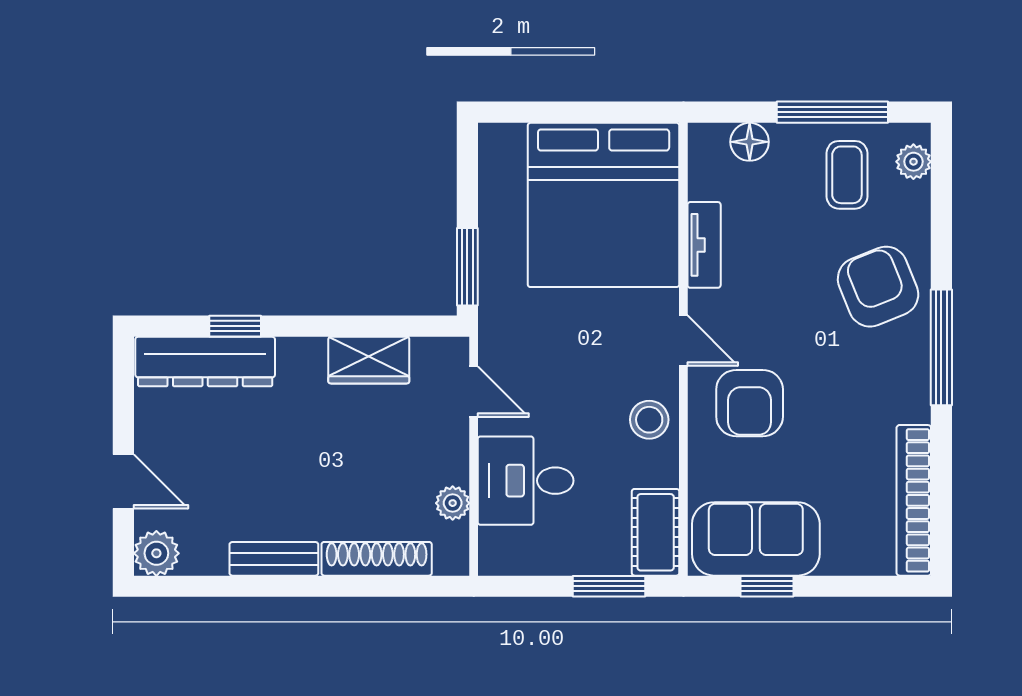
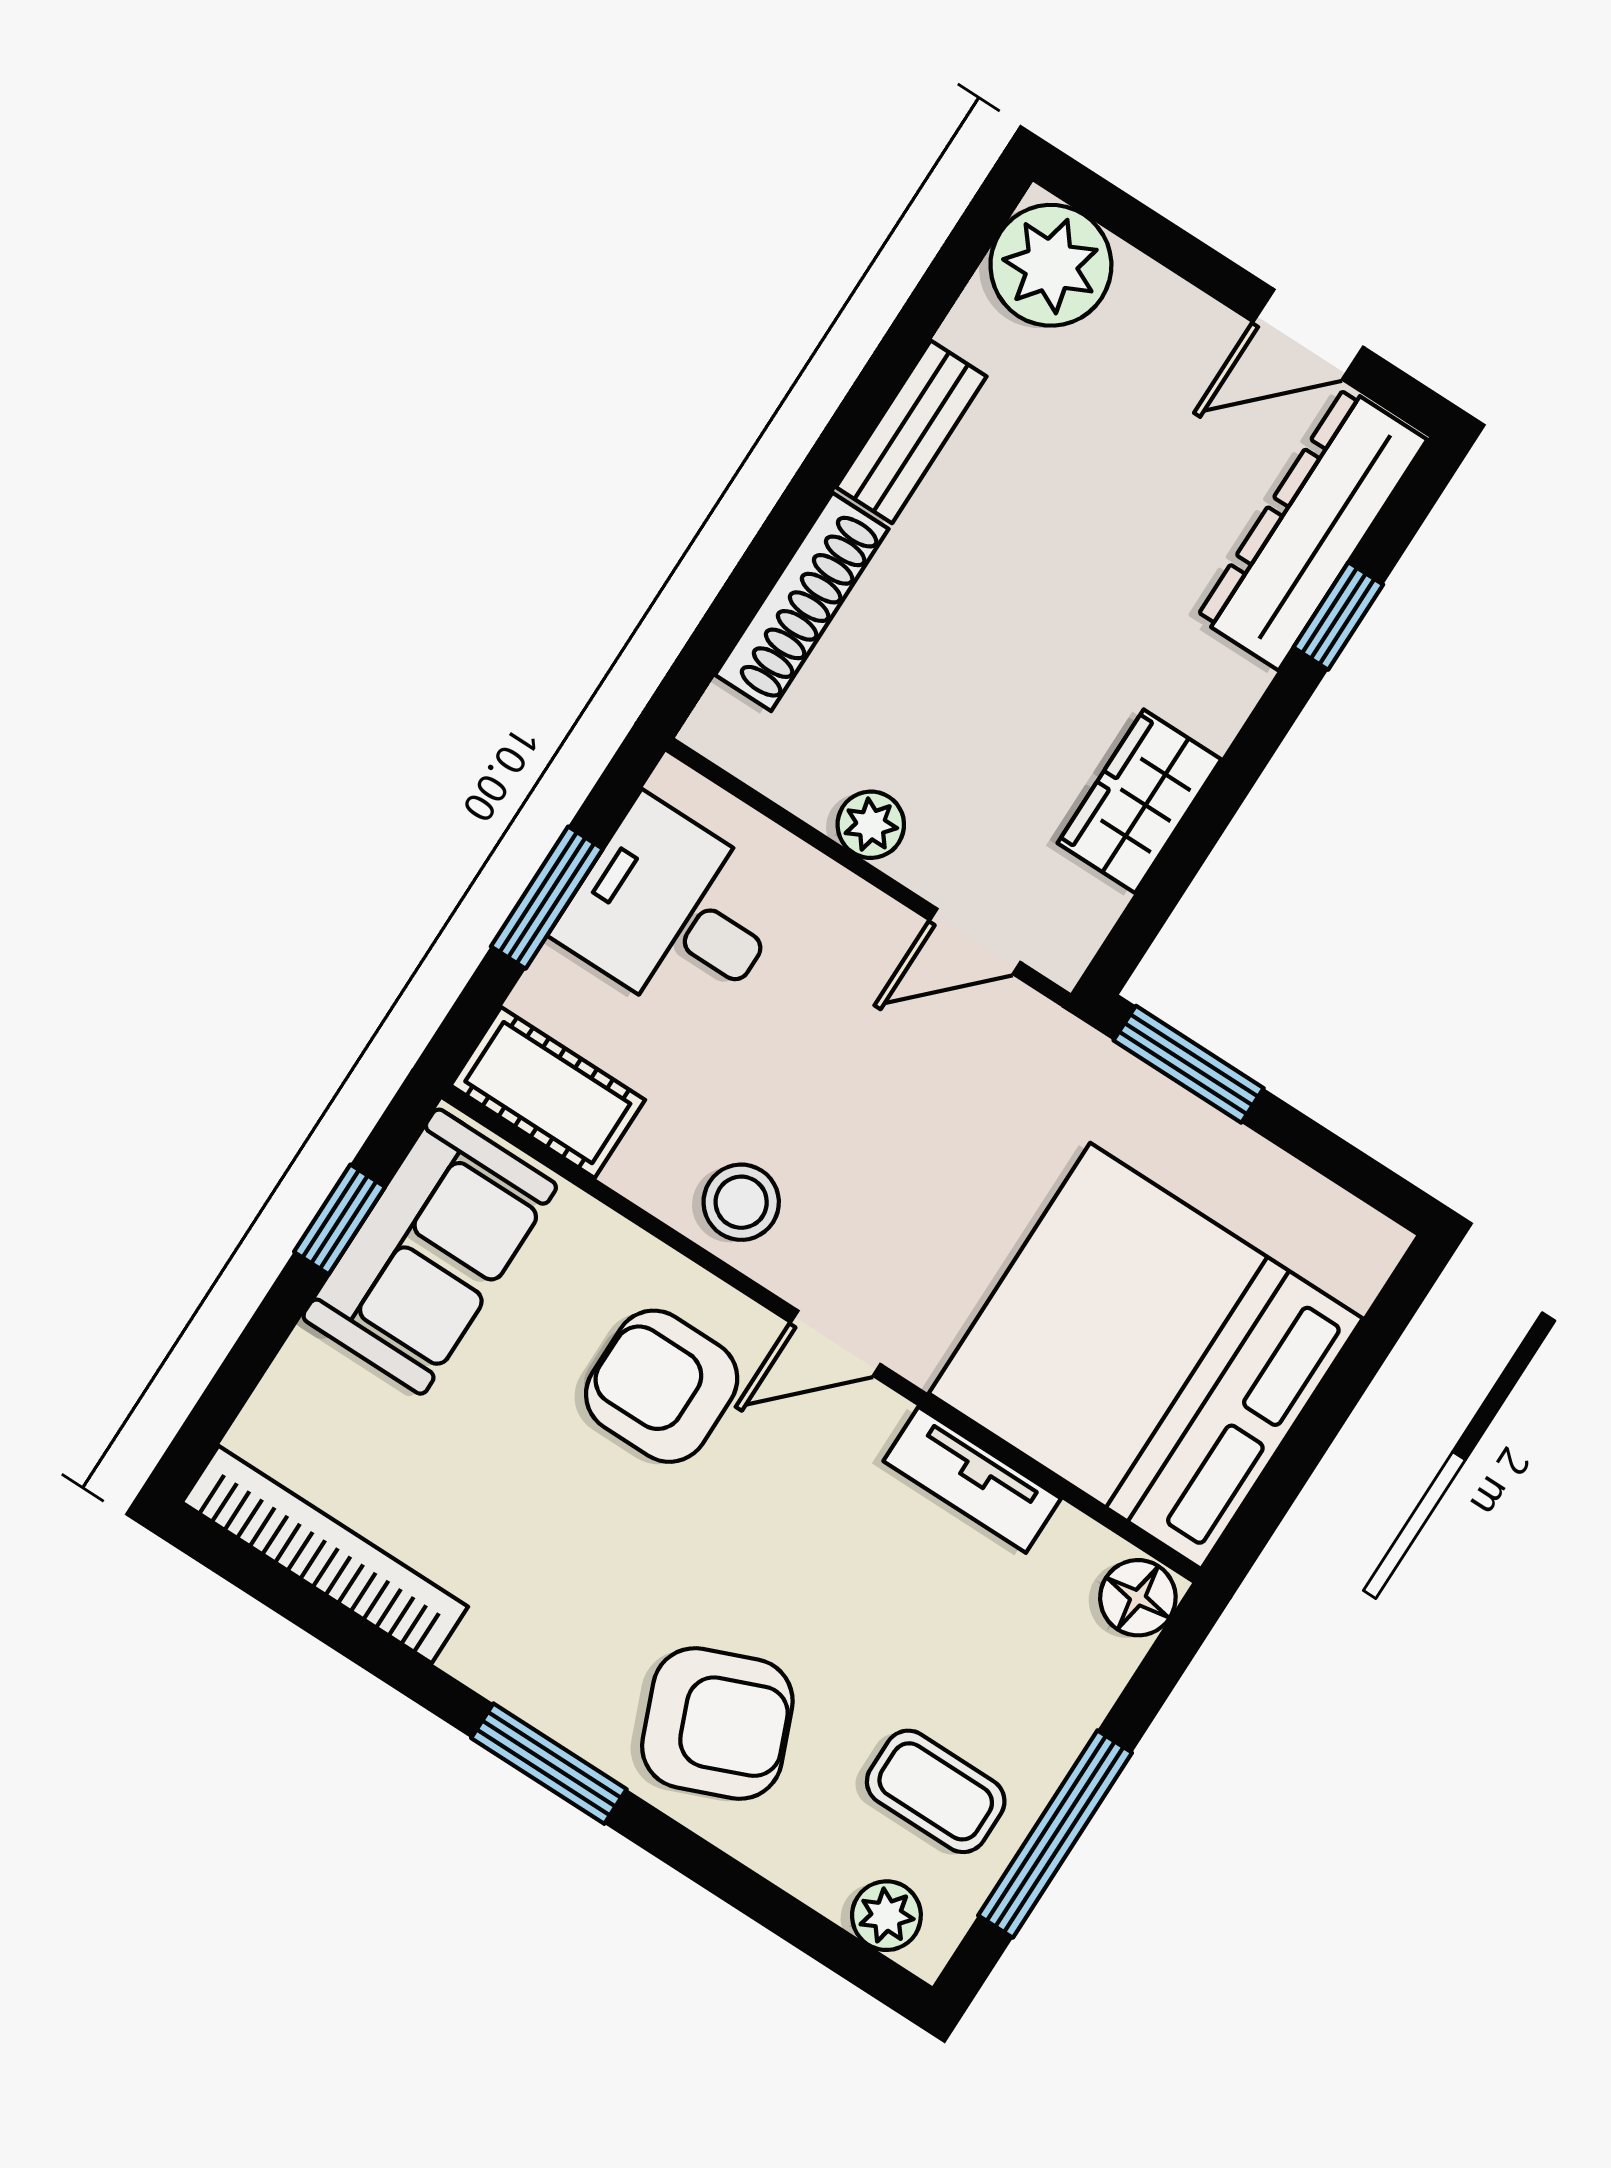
floor lamp: (750, 142) -> (1138, 1598), moved
window: (941, 347) -> (549, 1764), width x0.69
door: (123, 481) -> (1308, 335), moved
desk: (526, 481) -> (673, 913), moved, turned -90
plant: (453, 503) -> (871, 825), moved
plant: (156, 553) -> (1051, 265), width x1.36, depth x1.36
window: (609, 586) -> (547, 898), moved

